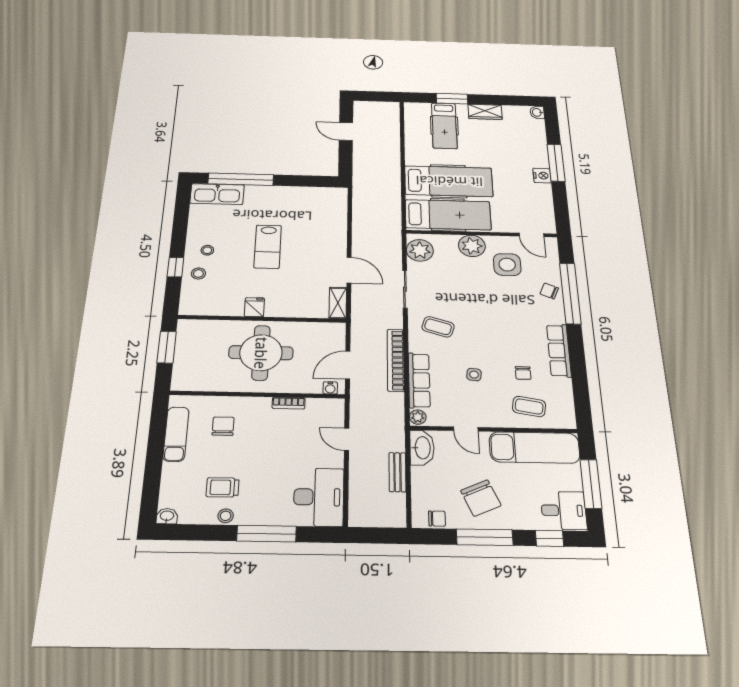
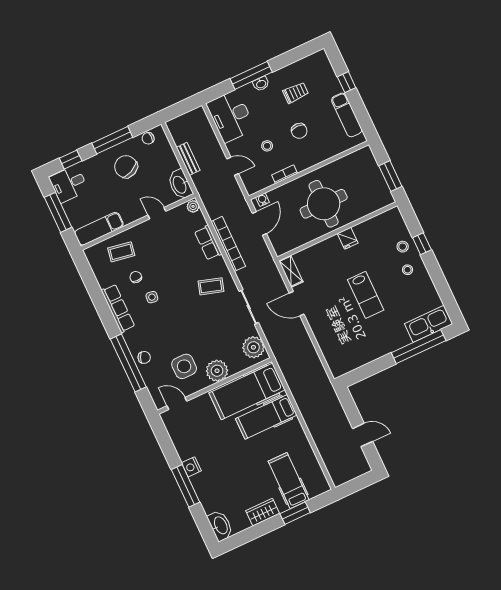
washbasin: (537, 112) -> (220, 526), width x1.91, depth x1.45
hospital bed: (449, 181) -> (266, 417), width x0.73, depth x0.78
lab bench: (268, 247) -> (366, 295), turned 180
side table: (474, 375) -> (152, 297), moved
row of seats: (419, 380) -> (208, 243), width x0.68
chair: (223, 426) -> (299, 131), moved
exam couch: (534, 448) -> (99, 229), width x0.73, depth x0.69
window: (153, 471) -> (347, 82), added
washbasin: (167, 516) -> (261, 84), moved
stool: (226, 516) -> (267, 146), moved

